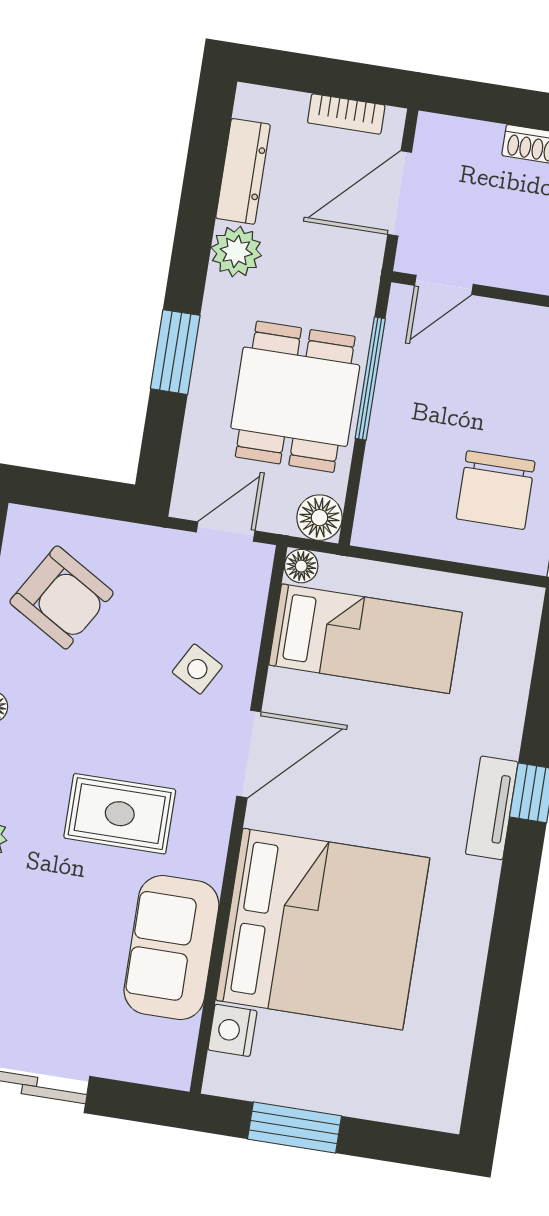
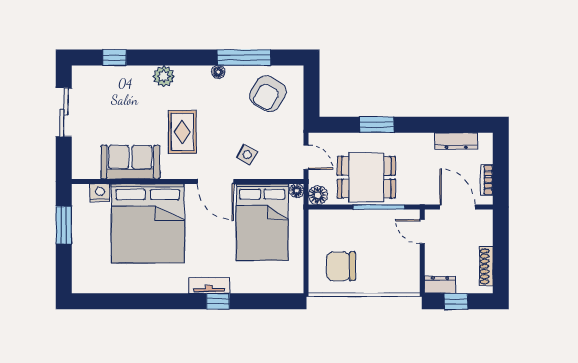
plant: (236, 251) -> (423, 143), removed
bed: (365, 639) -> (262, 222), width x1.50

